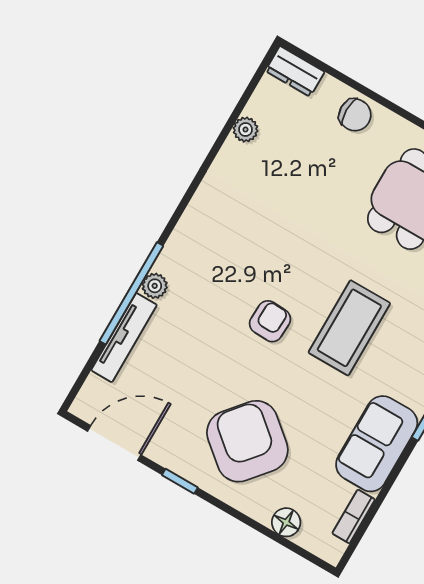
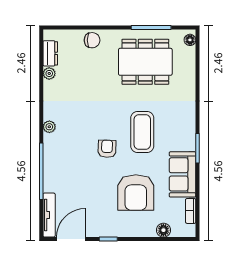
dresser: (295, 71) -> (50, 53), moved, turned -90
plant: (155, 286) -> (49, 127), moved
tv unit: (124, 338) -> (49, 215), moved
armchair: (247, 441) -> (136, 193), moved, turned -130

